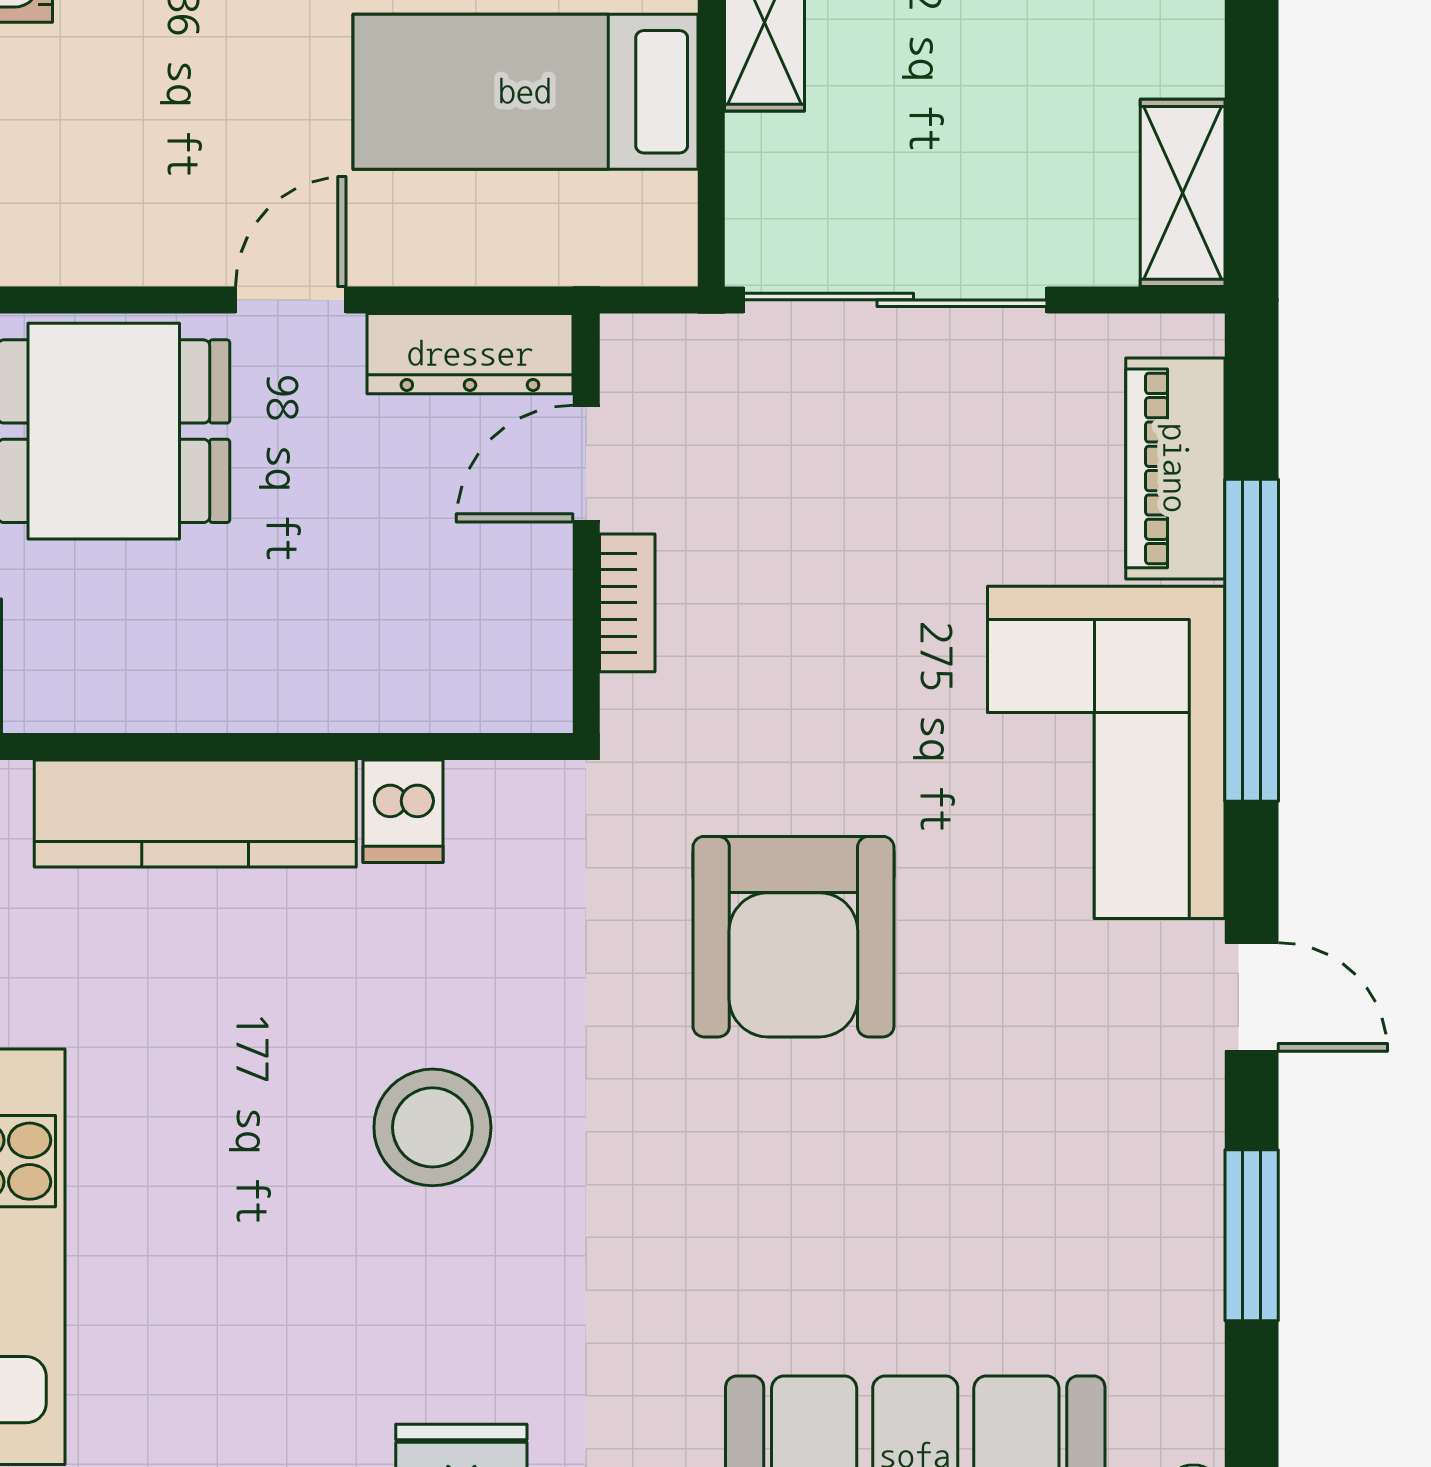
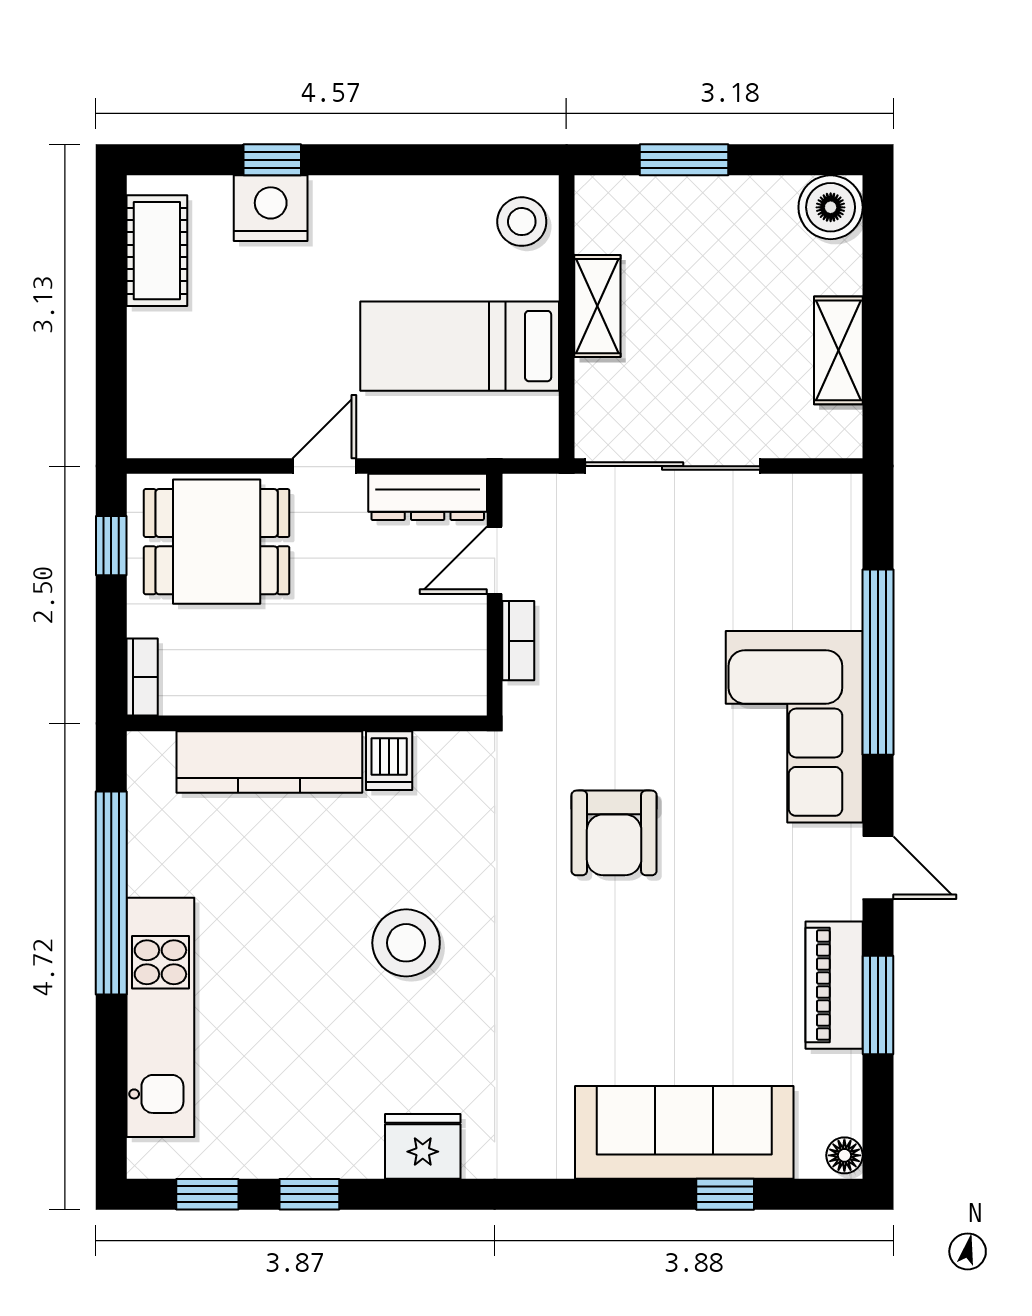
shelving: (1183, 193) -> (838, 350), moved
piano: (1175, 468) -> (834, 985), moved
armchair: (793, 937) -> (614, 833), width x0.73, depth x0.73

